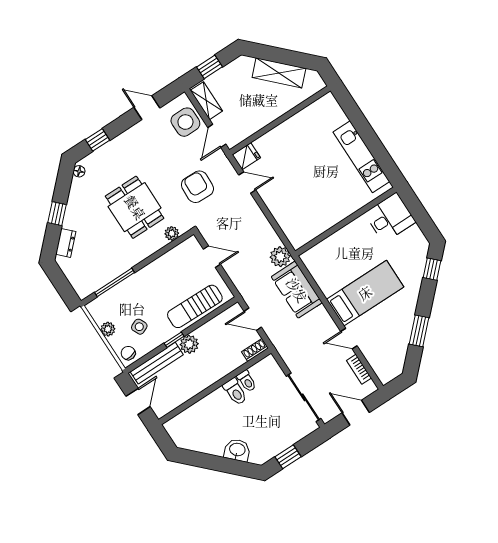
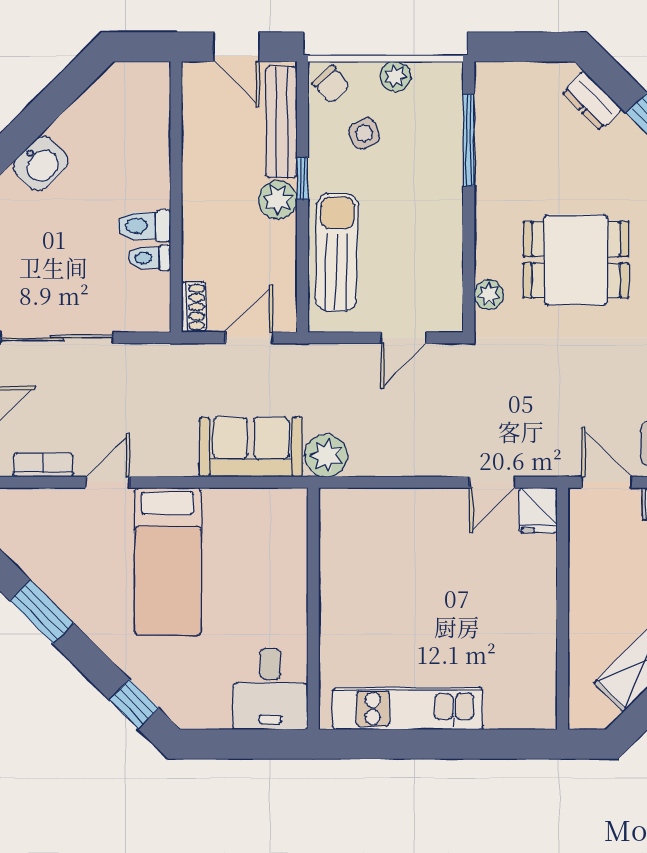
armchair: (197, 187) -> (540, 391), removed
chair: (128, 353) -> (331, 84), turned 59

